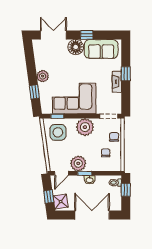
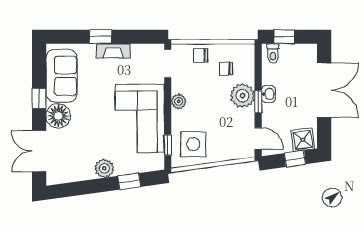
plant: (85, 127) -> (179, 101), width x0.53, depth x0.53
plant: (78, 163) -> (242, 96), moved
double door: (92, 215) -> (324, 90), swing flipped

